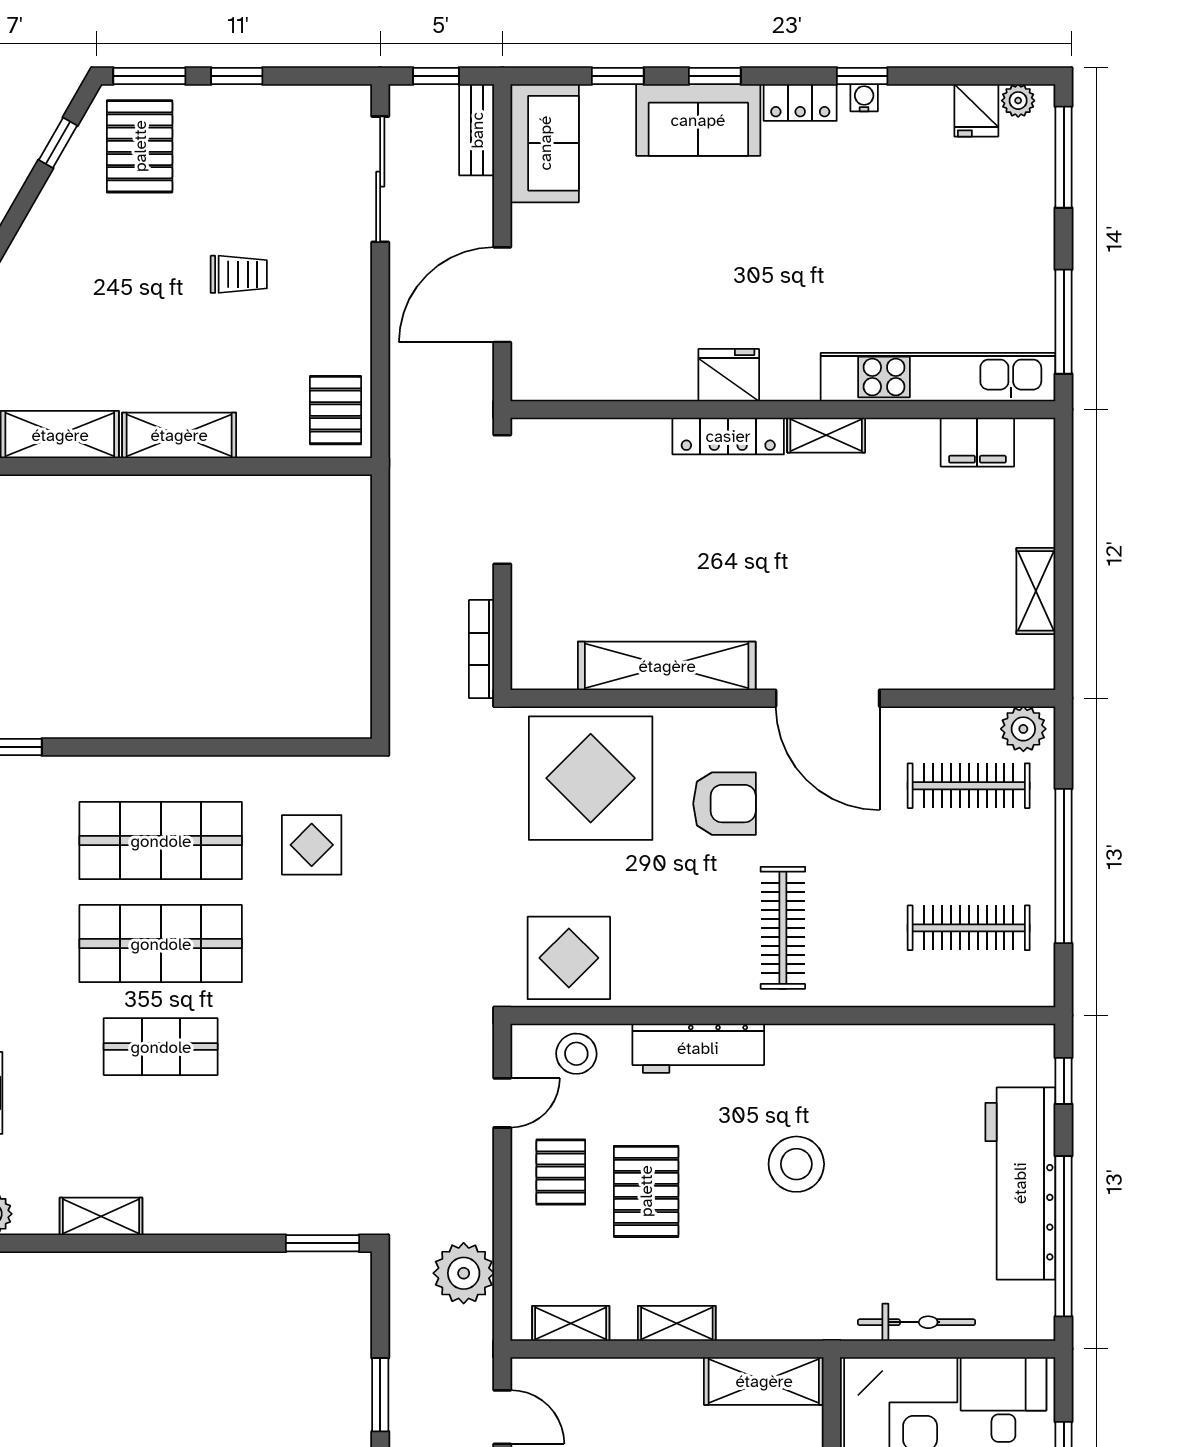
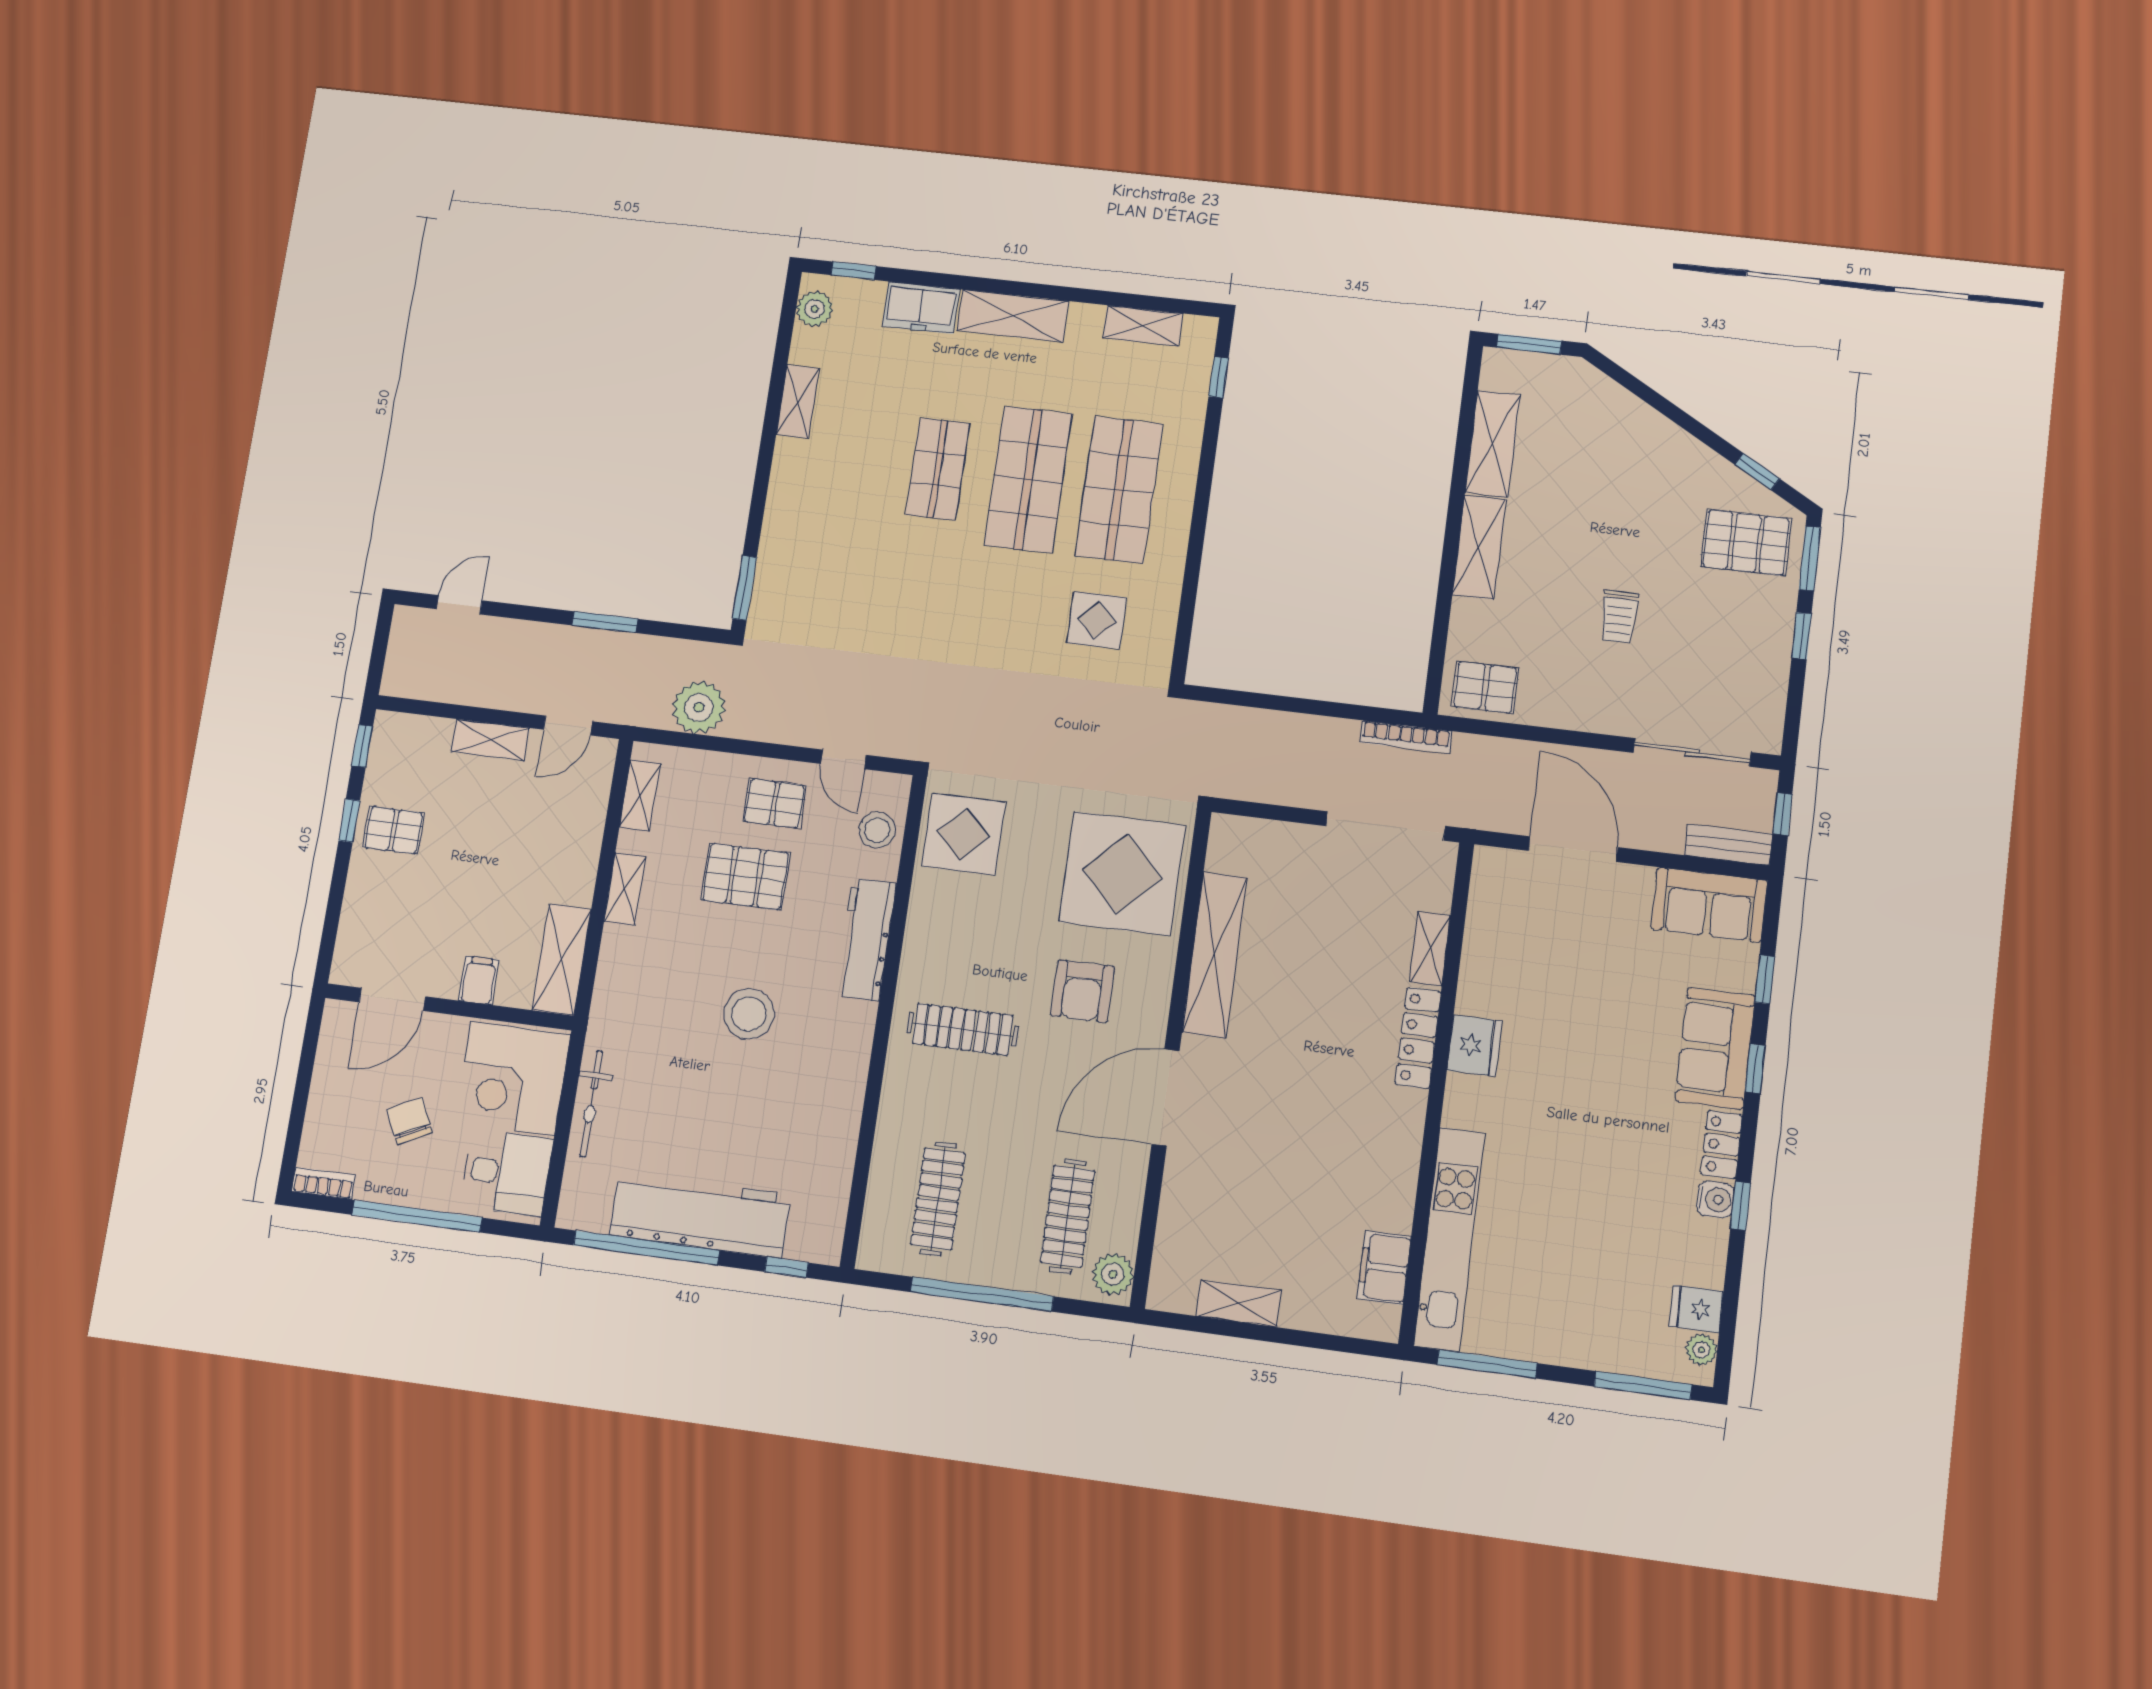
water cooler: (864, 98) -> (1715, 1199), width x1.38, depth x1.38
shelving: (826, 435) -> (1430, 949), moved
bookcase: (482, 649) -> (1406, 737), moved, turned 180

